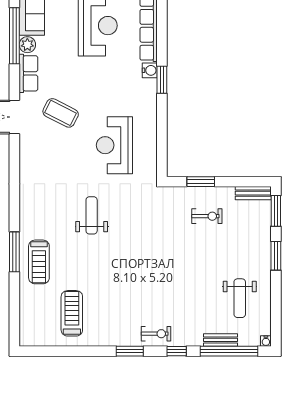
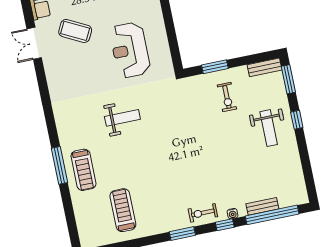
weight bench: (92, 215) -> (122, 118), turned 90
exercise bike: (207, 216) -> (227, 97), turned 90
window: (276, 256) -> (297, 120), width x0.67
weight bench: (240, 298) -> (269, 128), moved
exercise bike: (156, 334) -> (203, 213), turned 180
water cooler: (266, 341) -> (232, 214), moved

